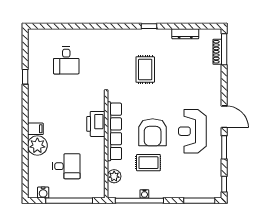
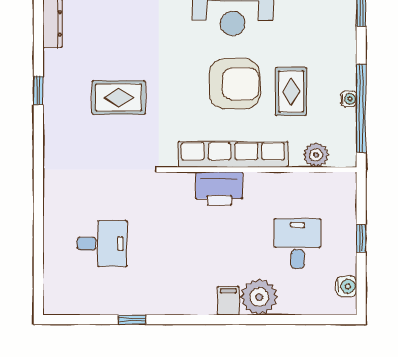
window: (69, 201) -> (361, 238), width x0.32

